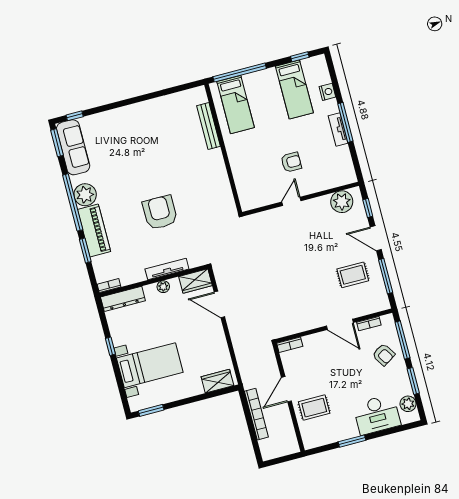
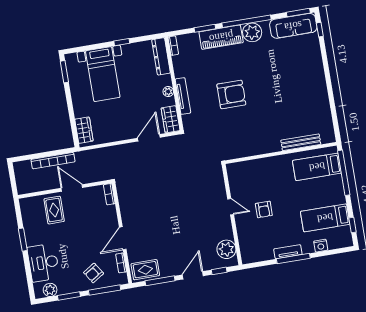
rug: (353, 275) -> (145, 270), moved, turned 90

